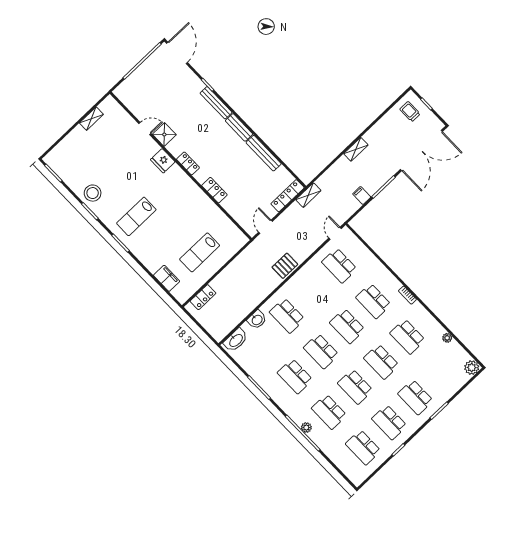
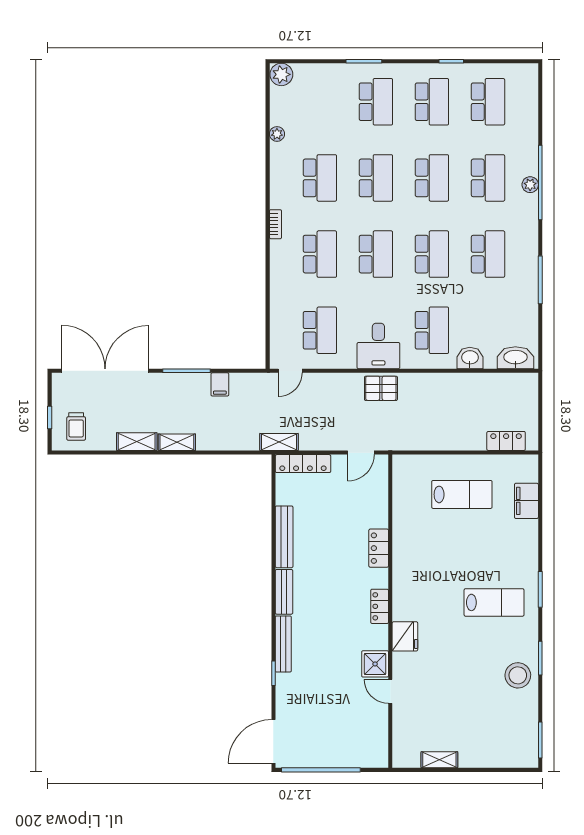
shelving: (375, 132) -> (137, 442), added
desk: (305, 284) -> (378, 346), added

